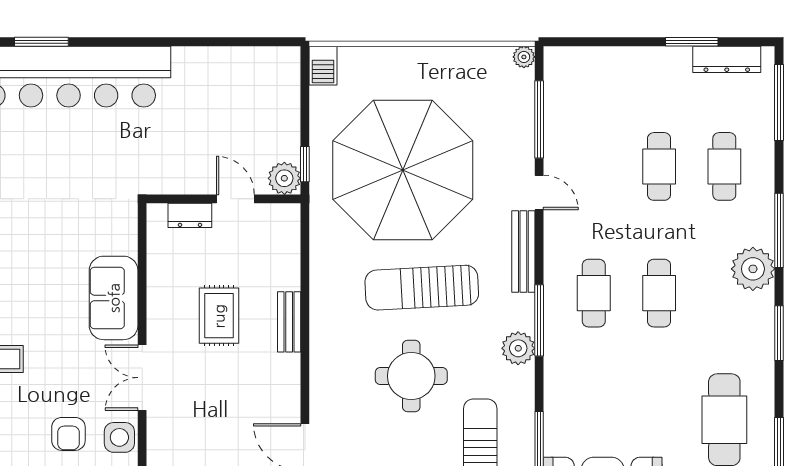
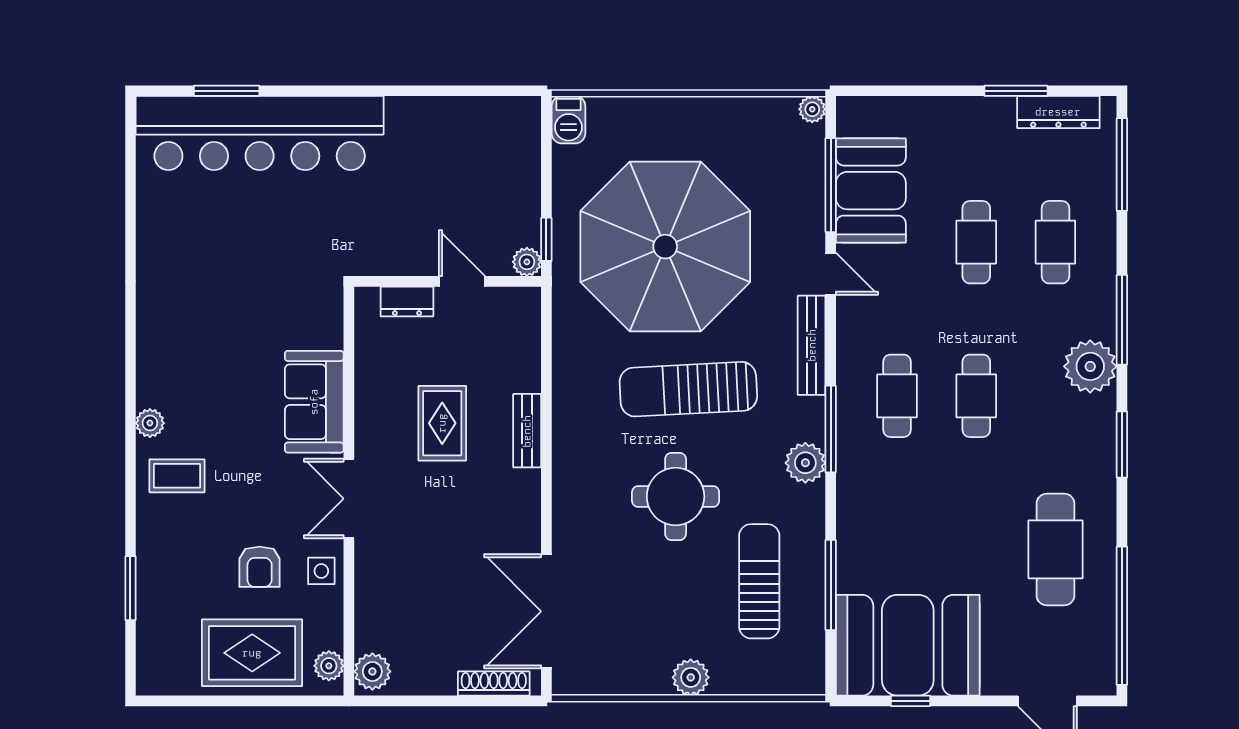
booth: (572, 124) -> (871, 191), added
plant: (284, 178) -> (527, 262), width x0.73, depth x0.73
side table: (119, 437) -> (321, 571), width x0.73, depth x0.73

